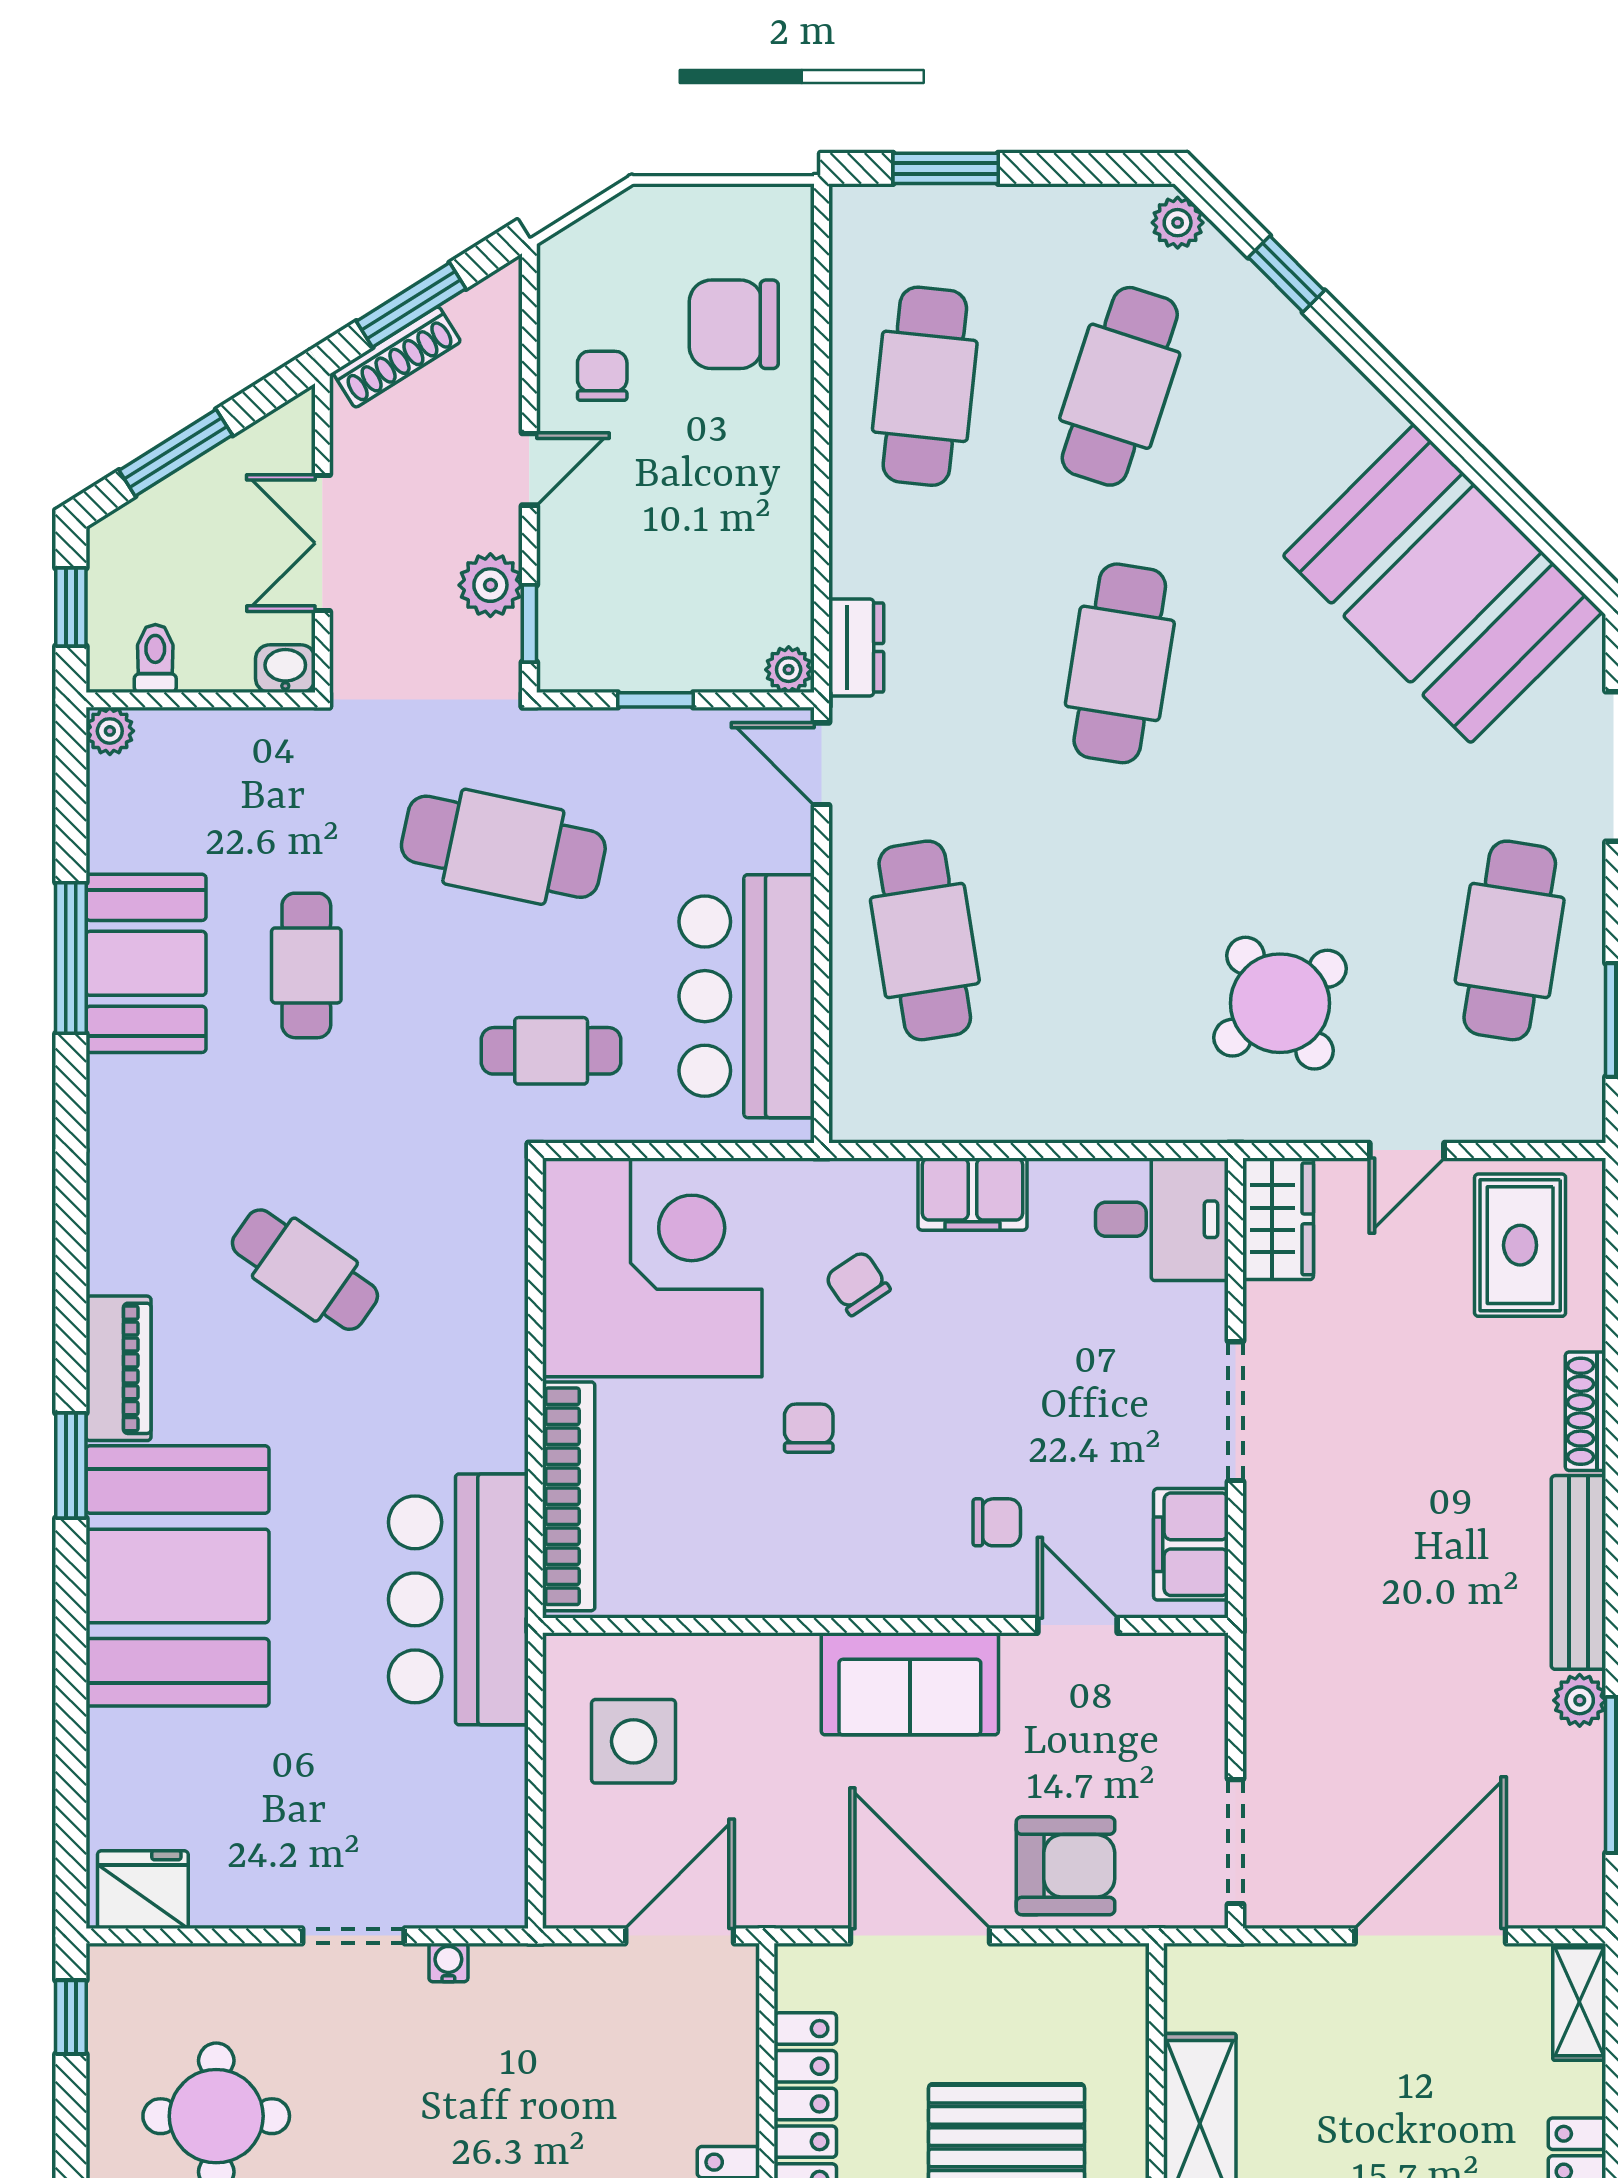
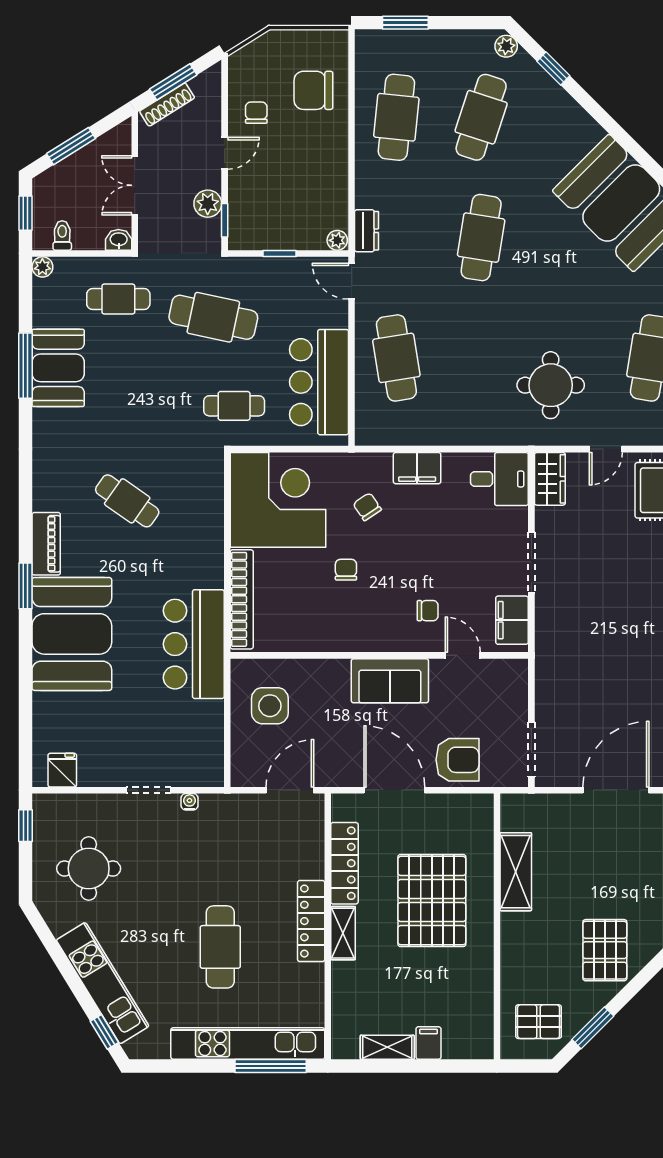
cafe table: (306, 965) -> (118, 299), moved, turned 90
round table: (1280, 1003) -> (551, 385), turned 36
fridge: (143, 1890) -> (62, 770), width x0.72

